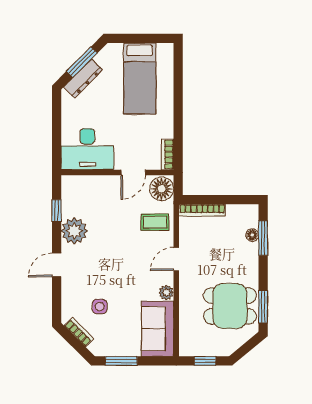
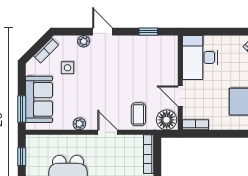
plant: (74, 231) -> (84, 41), moved, width x0.53, depth x0.53
sofa: (158, 329) -> (39, 99), moved, turned 90
window: (121, 361) -> (22, 109), moved

